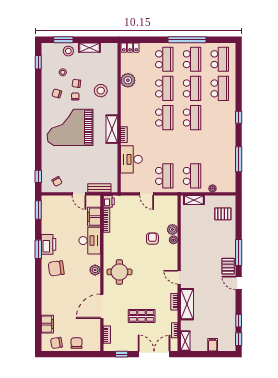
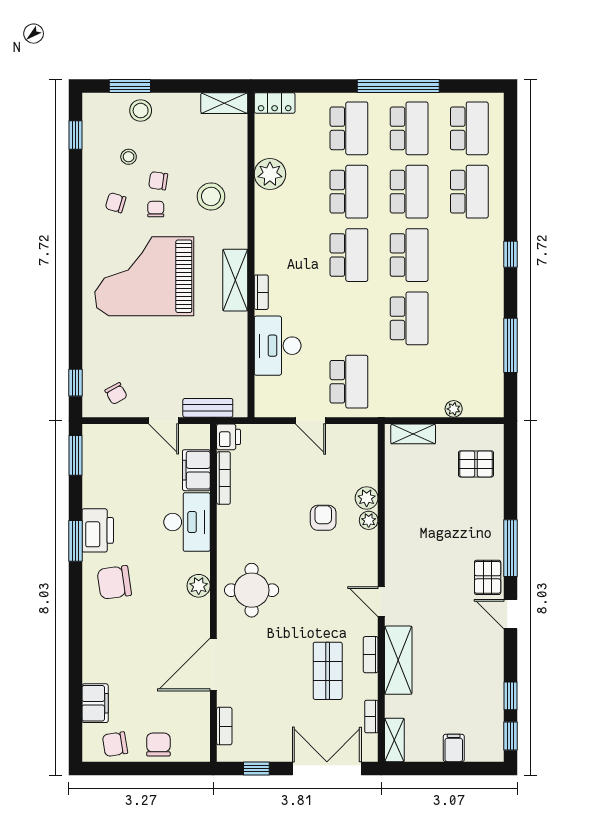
shelving: (89, 48) -> (224, 103), moved
school desk: (192, 176) -> (409, 318), moved
shop shelf: (142, 316) -> (328, 671), moved, turned 90

